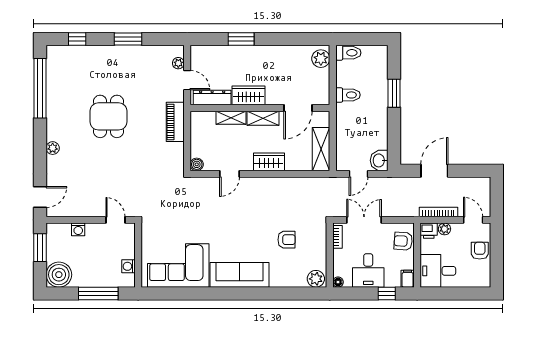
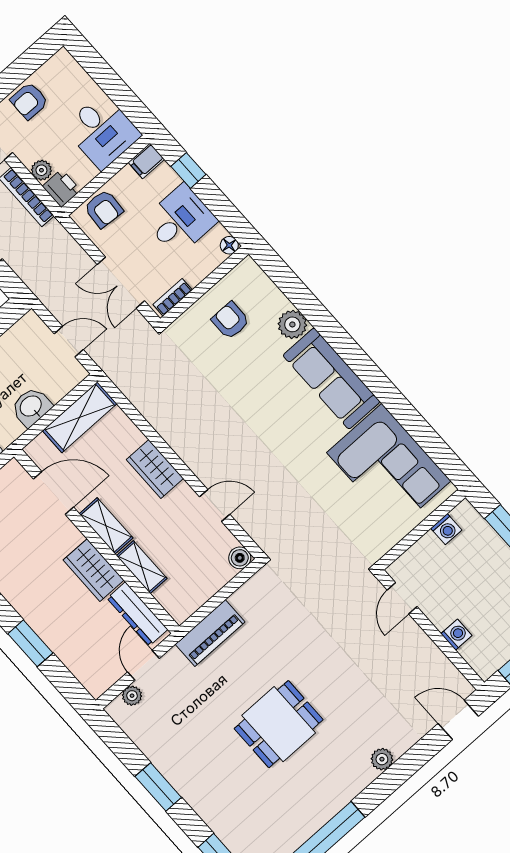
washbasin: (379, 160) -> (31, 407), moved, turned 180
armchair: (287, 240) -> (230, 321), moved
plant: (316, 279) -> (292, 324), moved

